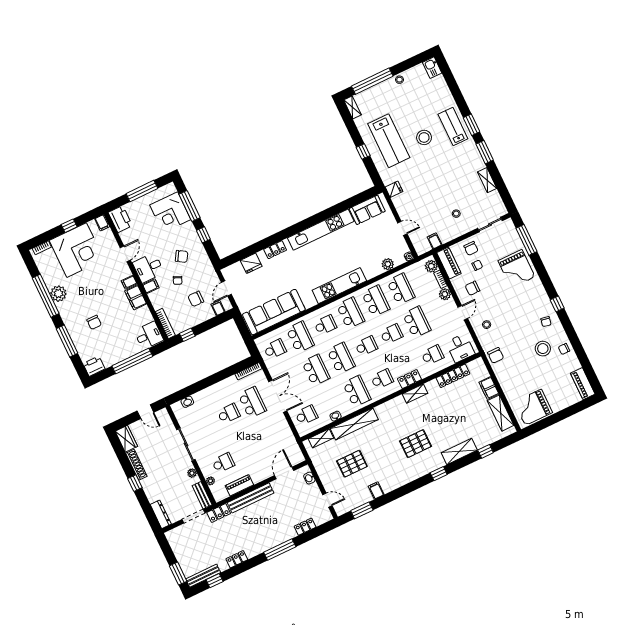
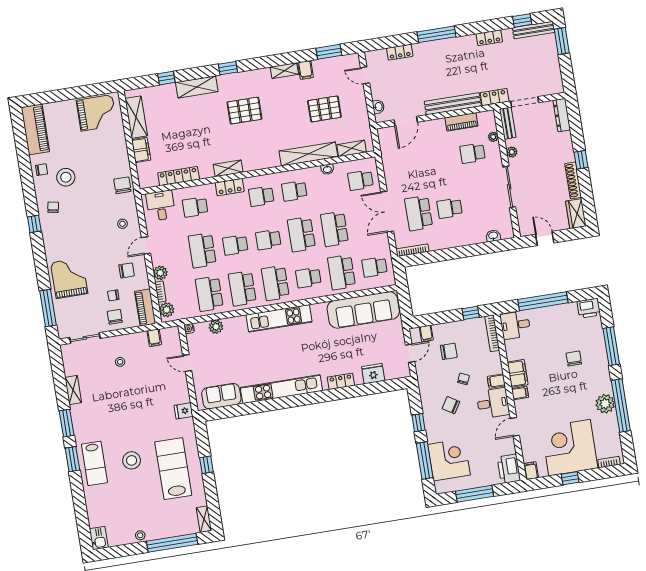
piano: (583, 384) -> (35, 129), width x1.37, depth x1.33
school desk: (357, 391) -> (294, 191), width x0.54
shelving: (393, 485) -> (284, 71), added

